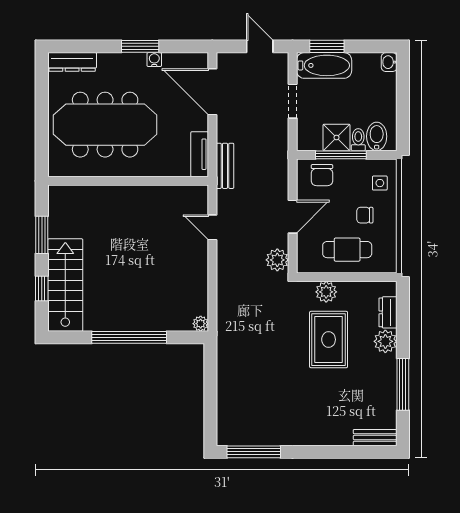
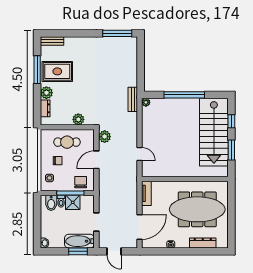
window: (140, 46) -> (178, 251), removed
dresser: (72, 62) -> (203, 243), moved
door: (212, 92) -> (140, 227), hinge flipped
bench: (225, 166) -> (133, 99), moved
stairs: (65, 285) -> (214, 132), width x1.36, depth x1.51
rug: (329, 340) -> (57, 71), moved, turned 90

